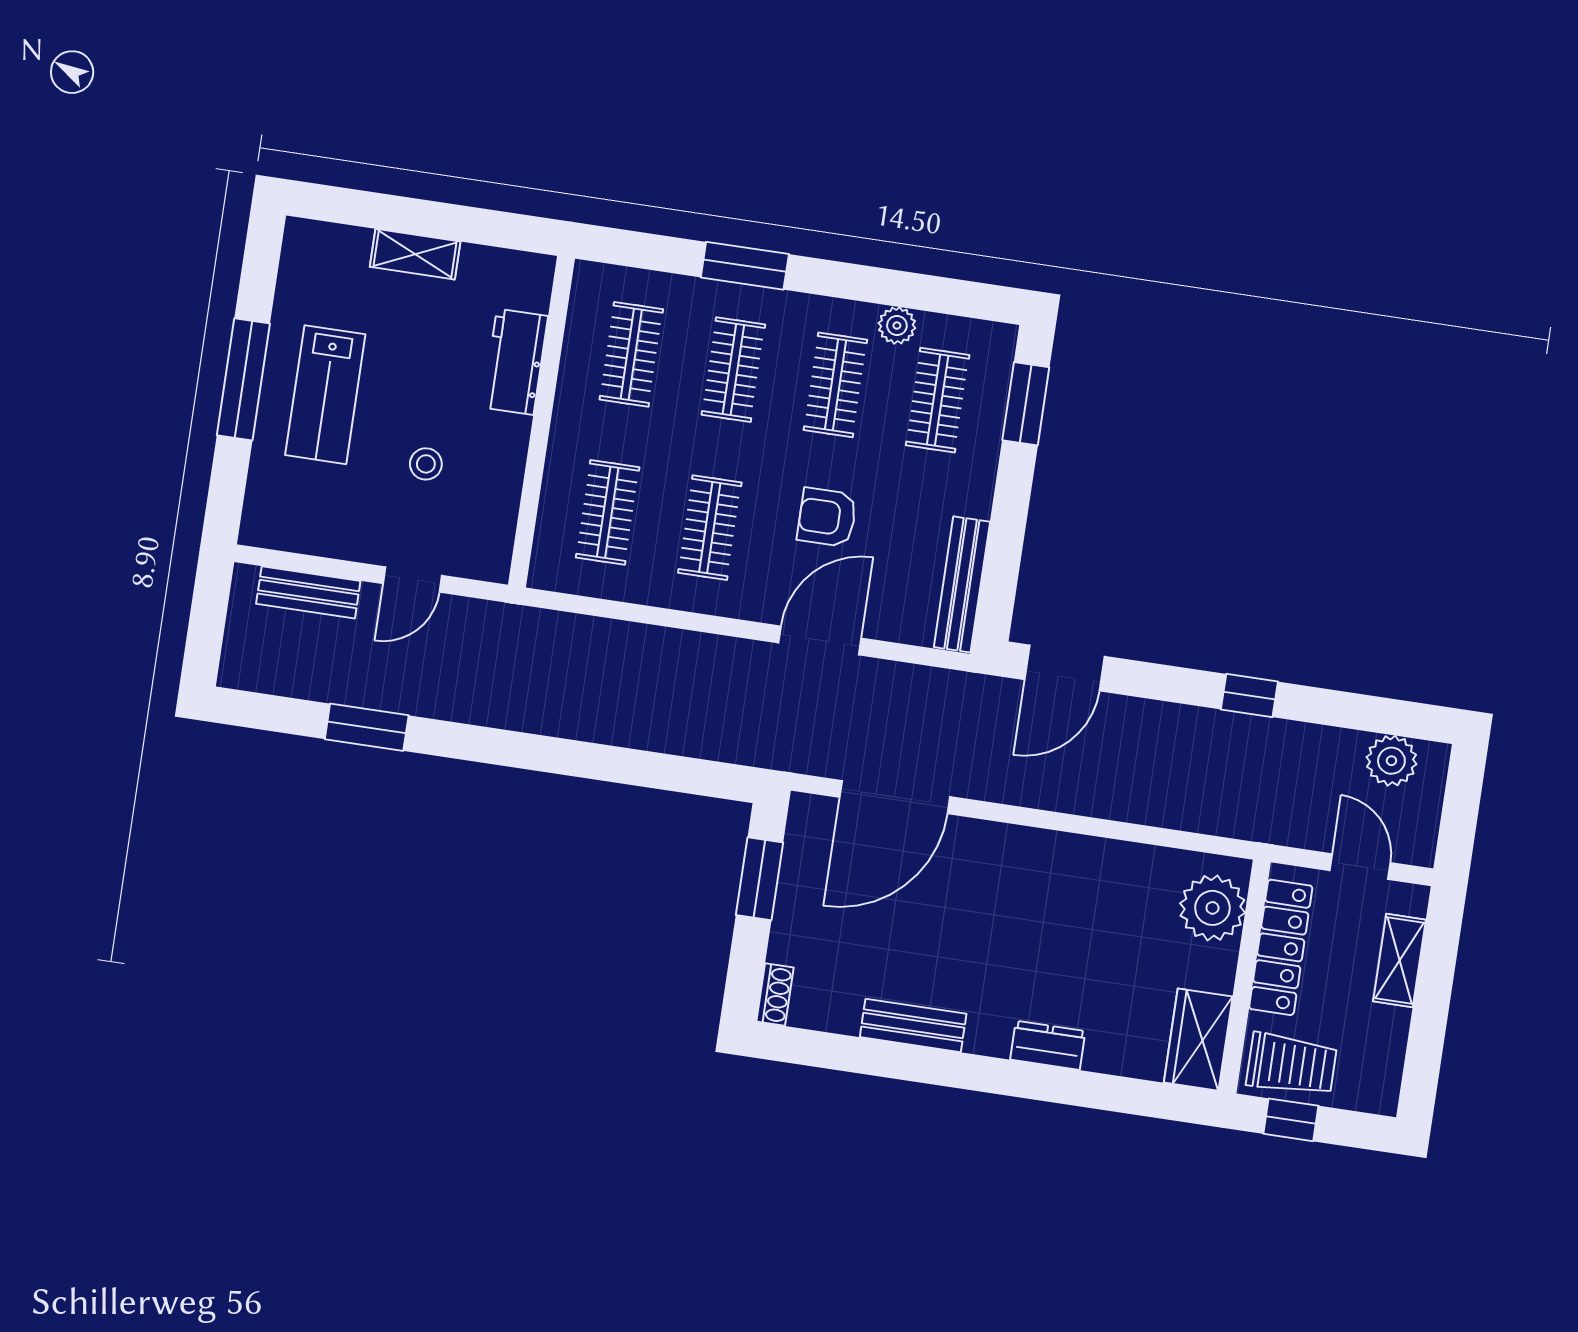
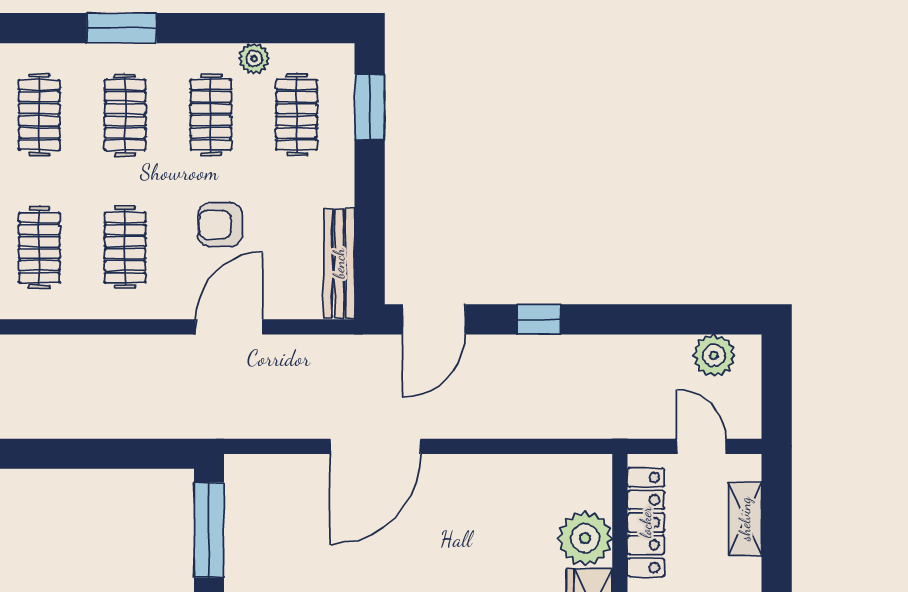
window: (1249, 696) -> (539, 319), moved
door: (895, 797) -> (376, 446), moved
window: (759, 879) -> (209, 530), width x1.44
plant: (1212, 908) -> (585, 538), moved

